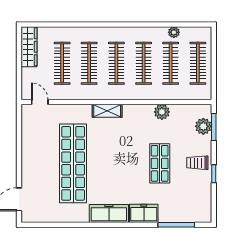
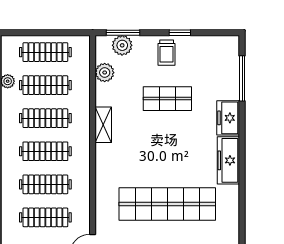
shelving: (107, 111) -> (103, 125), moved
plant: (162, 112) -> (105, 73), moved

